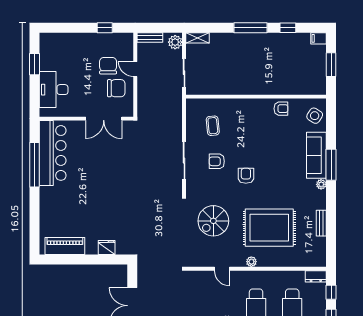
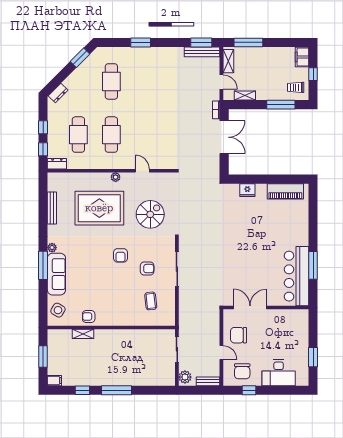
shelving: (197, 38) -> (83, 334), moved
chair: (108, 66) -> (242, 371), moved
desk: (54, 90) -> (279, 373), moved, turned 90
window: (35, 165) -> (313, 265), width x0.68
bench: (321, 223) -> (52, 208), width x1.36

